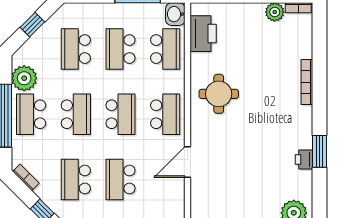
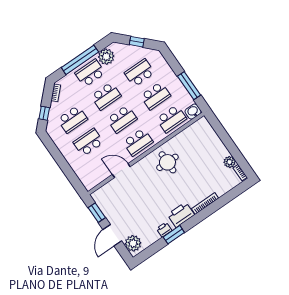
printer: (203, 34) -> (181, 215), moved, turned 180
school desk: (120, 49) -> (156, 96), turned 180
school desk: (76, 179) -> (72, 119), turned 180

